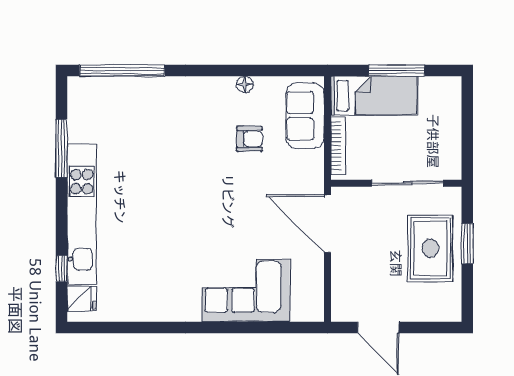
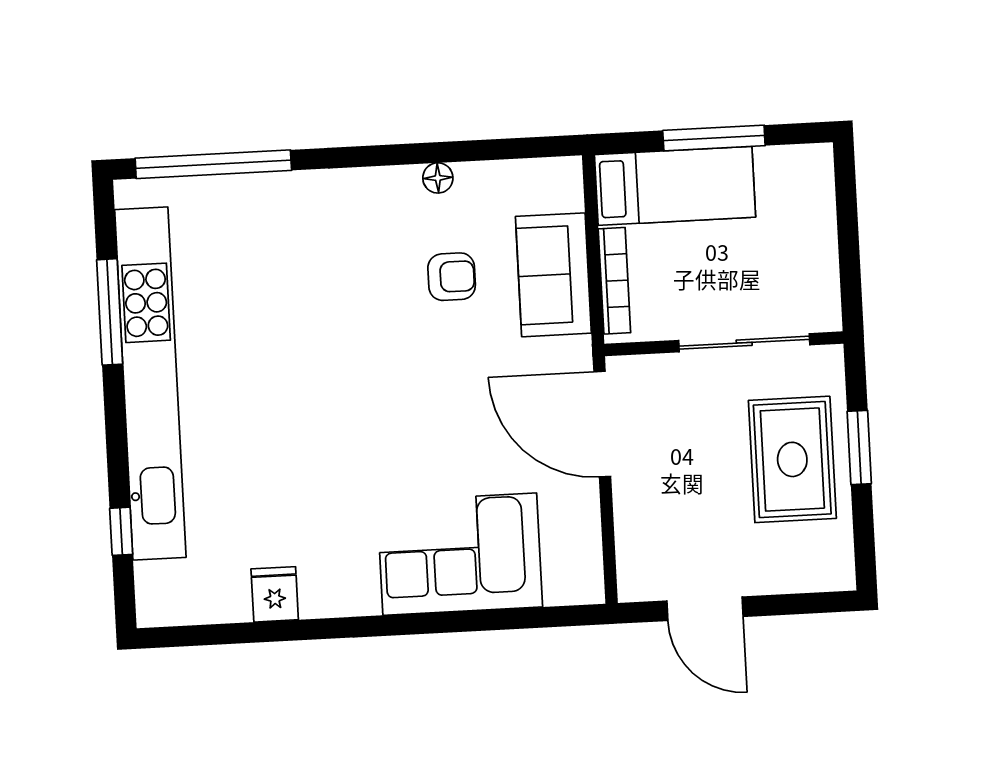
sofa: (305, 116) -> (553, 275), moved
kitchen unit: (82, 214) -> (150, 383), width x1.36
fridge: (82, 299) -> (275, 594), moved, turned -90

